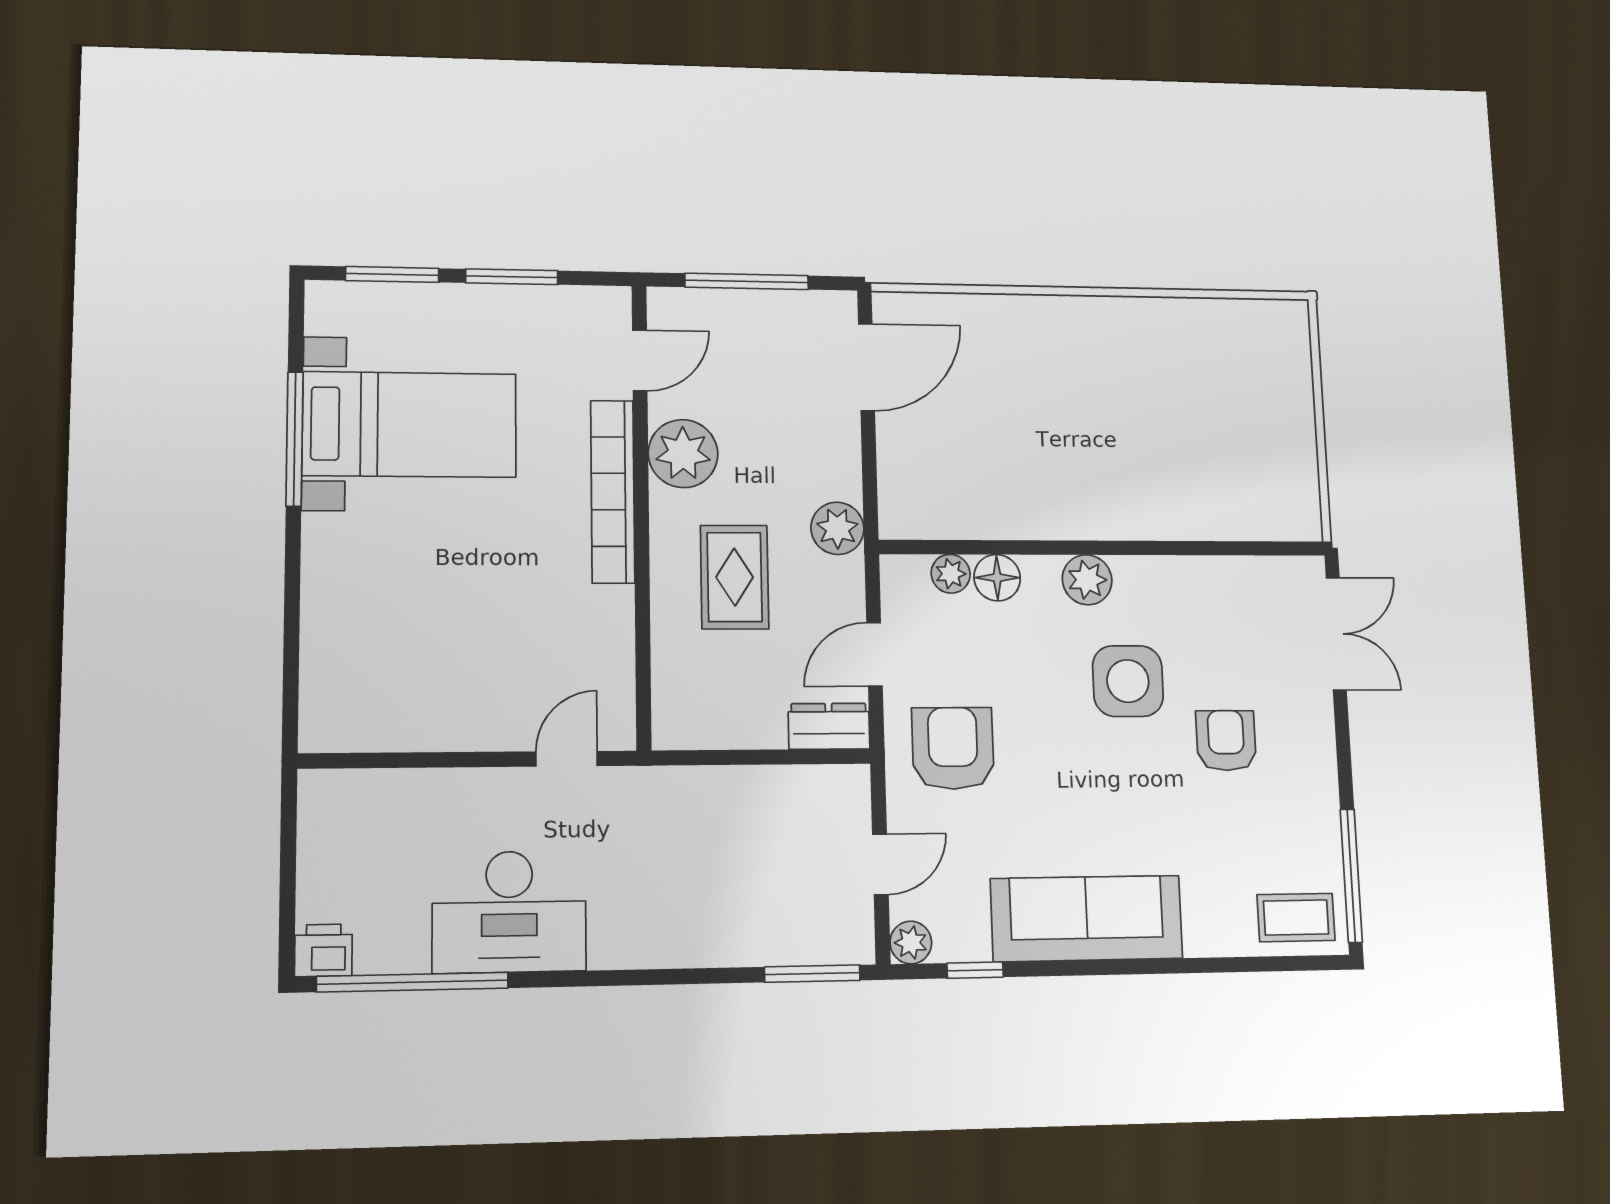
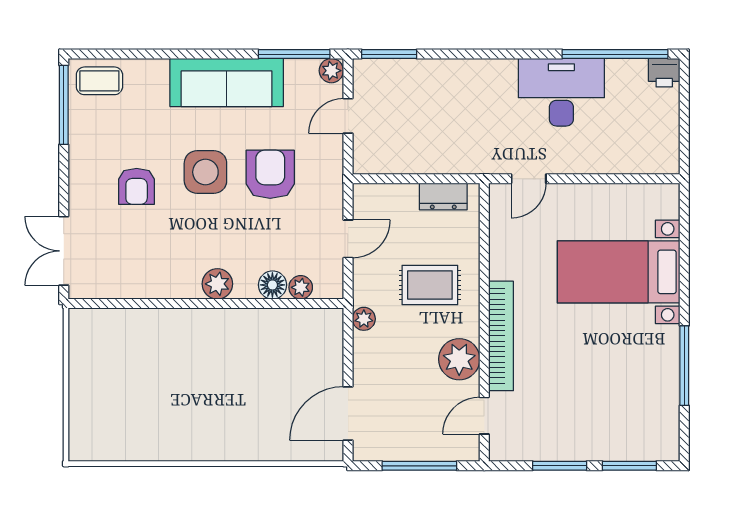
bed with nightstands: (410, 424) -> (619, 272), moved
plant: (837, 528) -> (364, 319), width x0.73, depth x0.73
rug: (735, 577) -> (430, 285), turned 90
side table: (1128, 681) -> (205, 172), moved
dresser: (829, 726) -> (443, 197), moved
armchair: (953, 748) -> (270, 174), moved, turned 180
window: (975, 970) -> (294, 54), width x2.17

